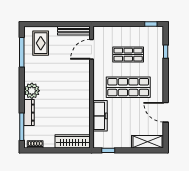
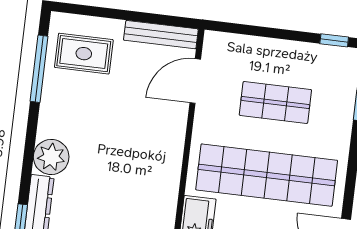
rug: (41, 43) -> (84, 54), turned 90
shop shelf: (128, 87) -> (267, 175), width x1.40

